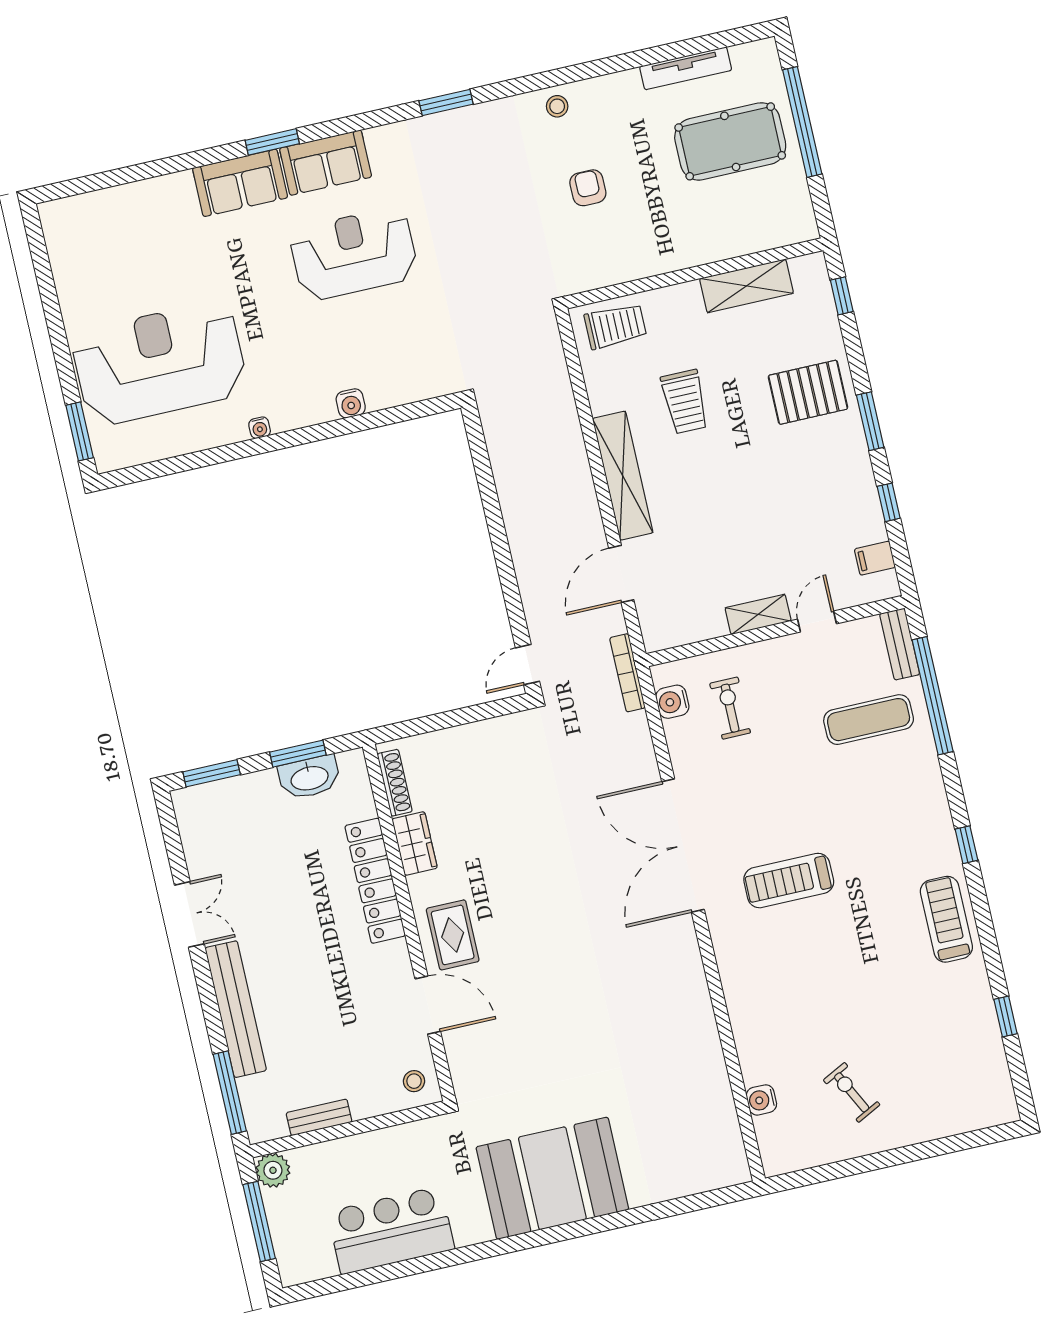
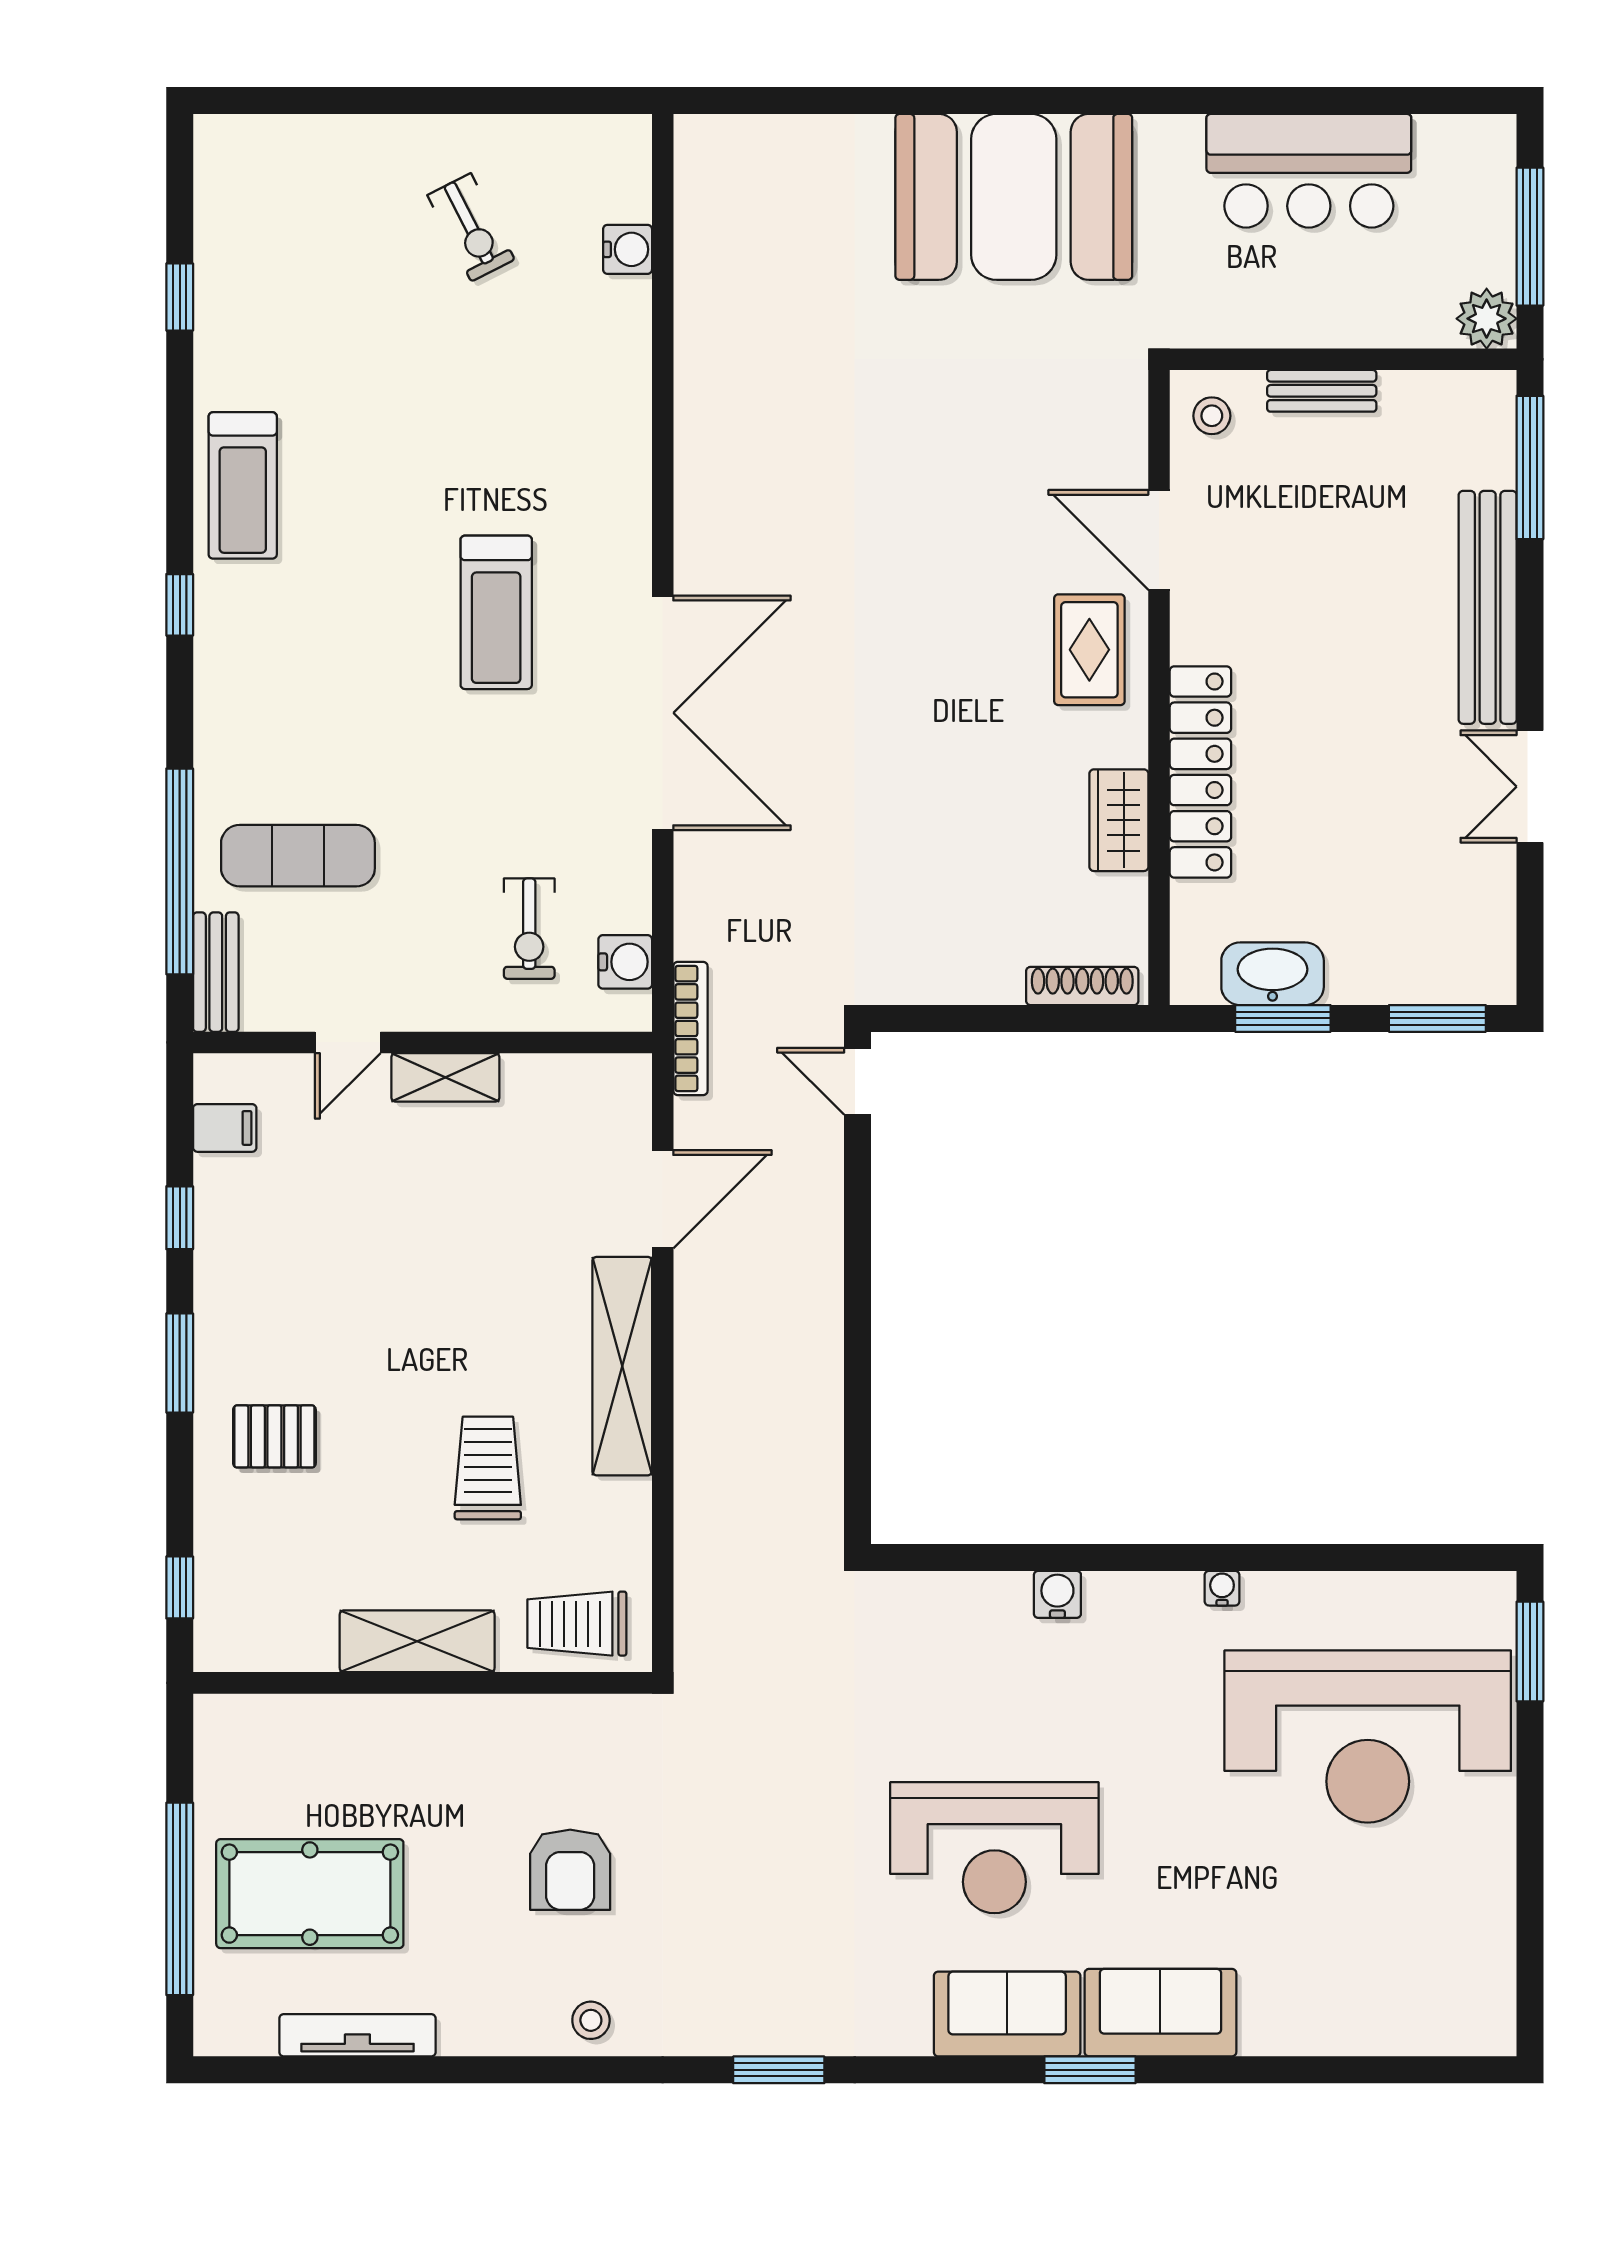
armchair: (588, 188) -> (570, 1870), width x1.38, depth x1.38
shelving: (746, 286) -> (417, 1641), moved
pallet: (808, 392) -> (274, 1436), width x0.67, depth x0.71
door: (527, 665) -> (857, 1081), swing flipped
shoe rack: (395, 783) -> (1082, 986), moved, turned 90
treadmill: (789, 881) -> (496, 612), turned 90
bench: (319, 1117) -> (1322, 391), moved

